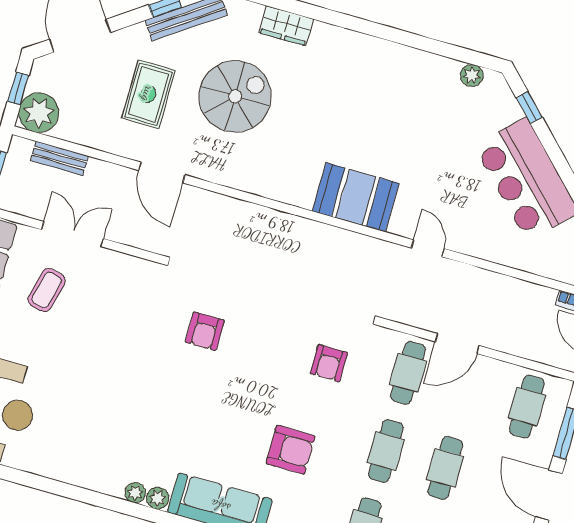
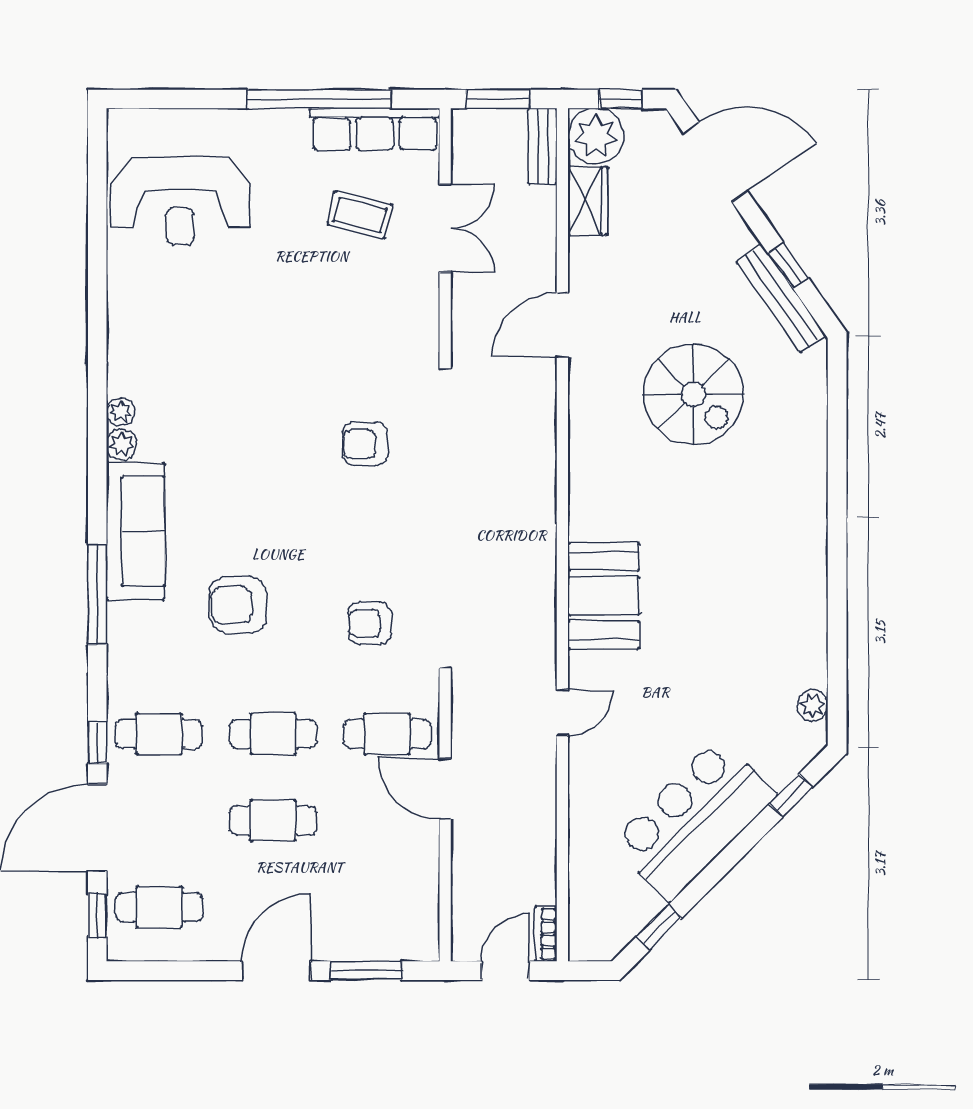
wardrobe: (286, 26) -> (588, 201), moved, turned 180
rug: (148, 94) -> (663, 277), removed
bench: (59, 158) -> (542, 146), moved
cafe table: (527, 407) -> (387, 907), removed
armchair: (291, 450) -> (238, 605), turned 89

